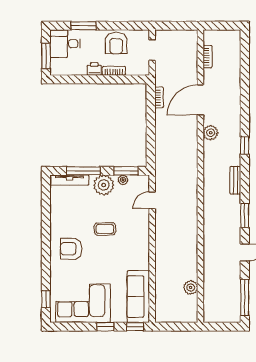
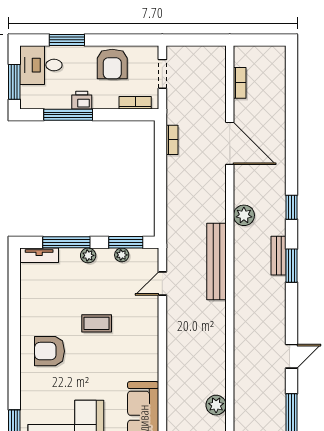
bookcase: (114, 71) -> (135, 103), moved
window: (85, 79) -> (68, 115), added
door: (200, 100) -> (230, 143), swing flipped
plant: (211, 133) -> (244, 215), moved
tv unit: (69, 180) -> (39, 255), width x0.71
plant: (104, 185) -> (88, 255), width x0.53, depth x0.53
bench: (191, 185) -> (216, 261), added
window: (245, 216) -> (292, 266), moved

